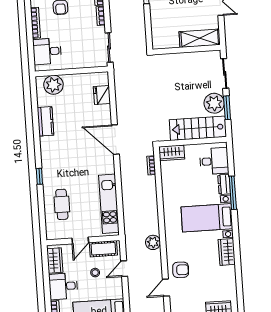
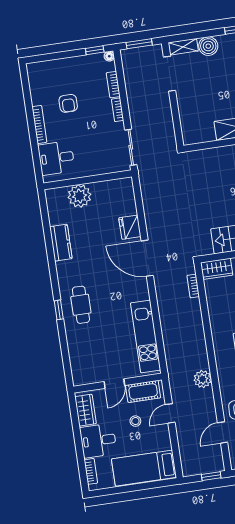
plant: (53, 85) -> (79, 196), moved
fridge: (102, 95) -> (130, 227), moved
cafe table: (62, 204) -> (81, 305), moved

